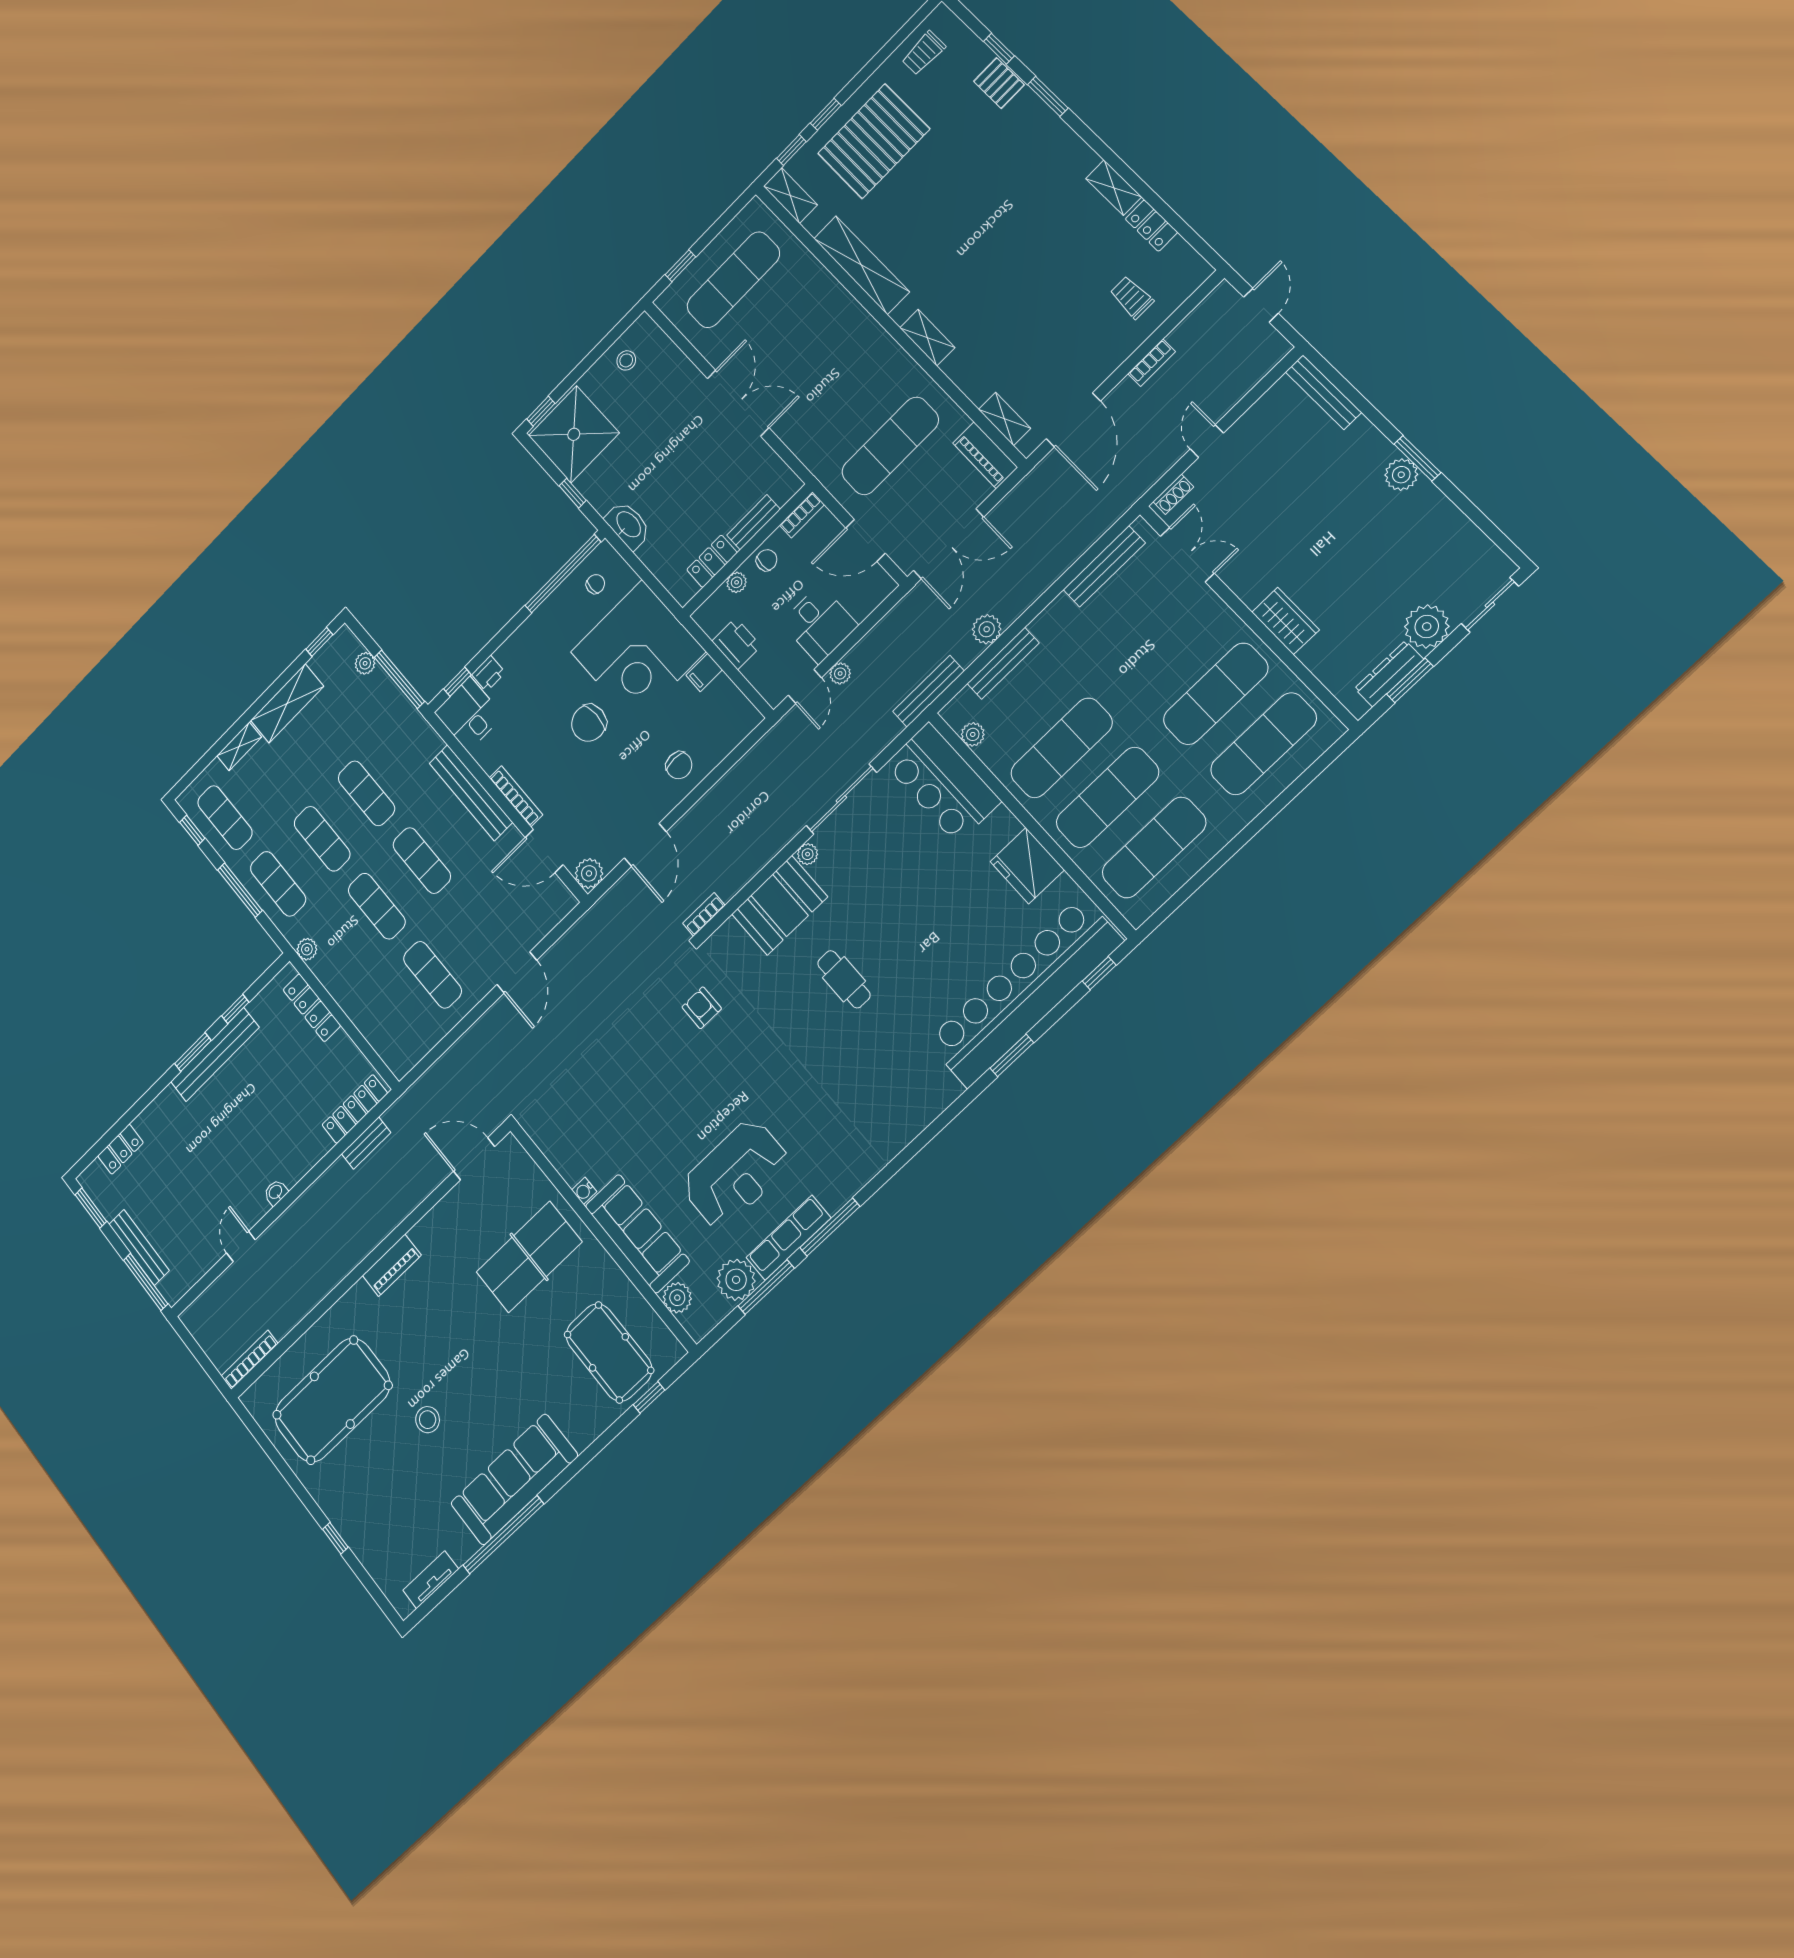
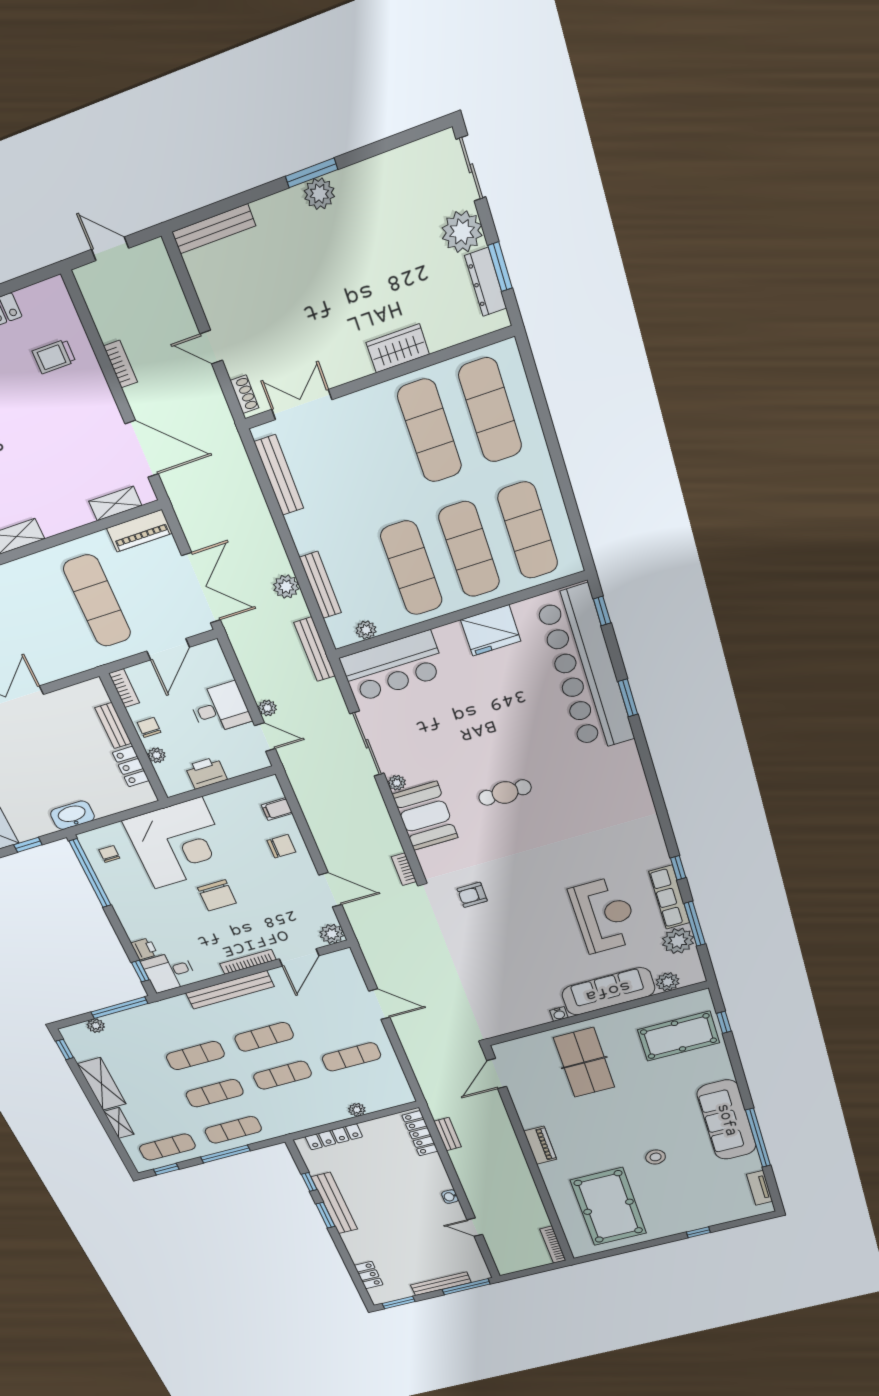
filing cabinet: (704, 672) -> (277, 809), moved, turned 90
plant: (307, 949) -> (357, 1110), moved
window: (830, 1227) -> (678, 868), width x0.46

